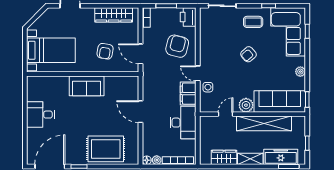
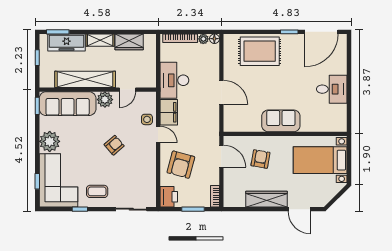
wardrobe: (114, 15) -> (267, 199), moved
armchair: (248, 54) -> (114, 145), moved
plant: (300, 72) -> (50, 141), width x1.87, depth x1.87

